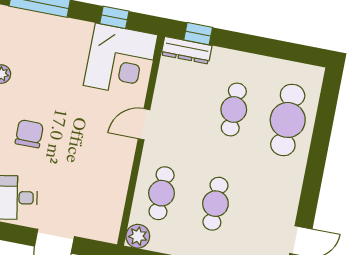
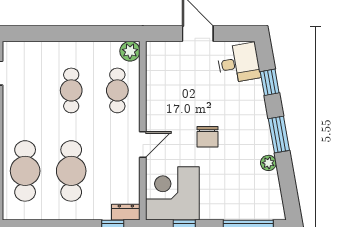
dresser: (187, 50) -> (126, 212), width x0.70
cafe table: (234, 109) -> (71, 171), width x1.37, depth x1.35
chair: (29, 134) -> (207, 137), moved

